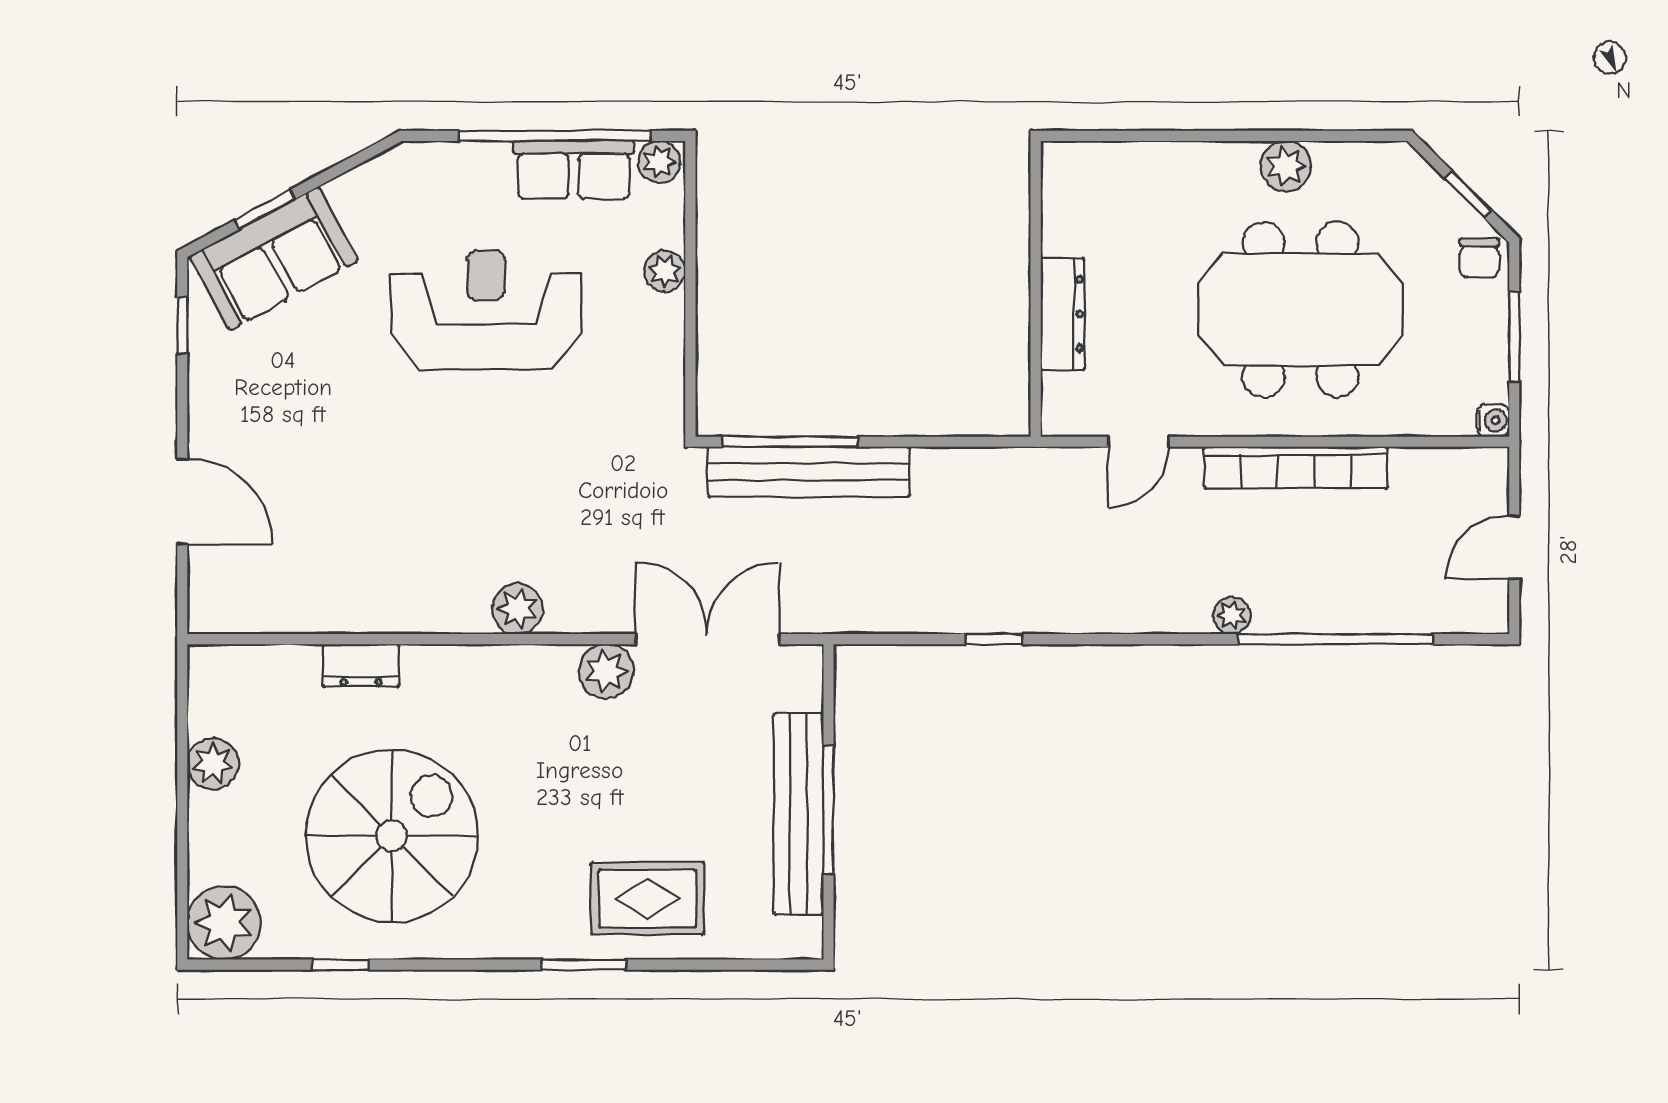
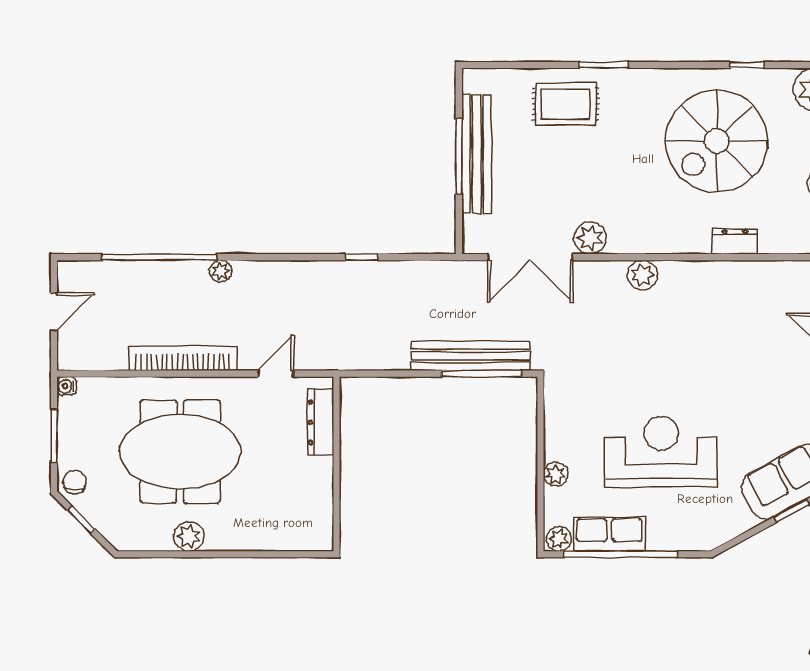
reception desk: (486, 310) -> (661, 452), turned 180
dresser: (1063, 314) -> (321, 422), moved

